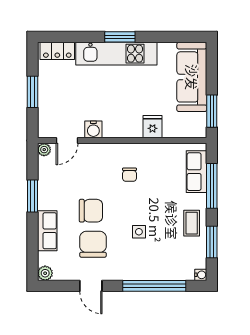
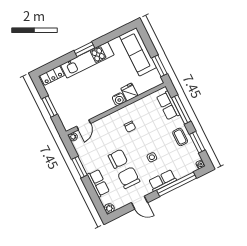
water cooler: (93, 129) -> (119, 99), moved
row of seats: (138, 271) -> (162, 181), added

